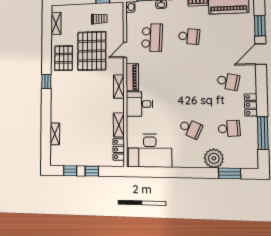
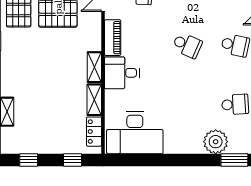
shelving: (119, 87) -> (94, 67), moved
school desk: (190, 128) -> (187, 45), moved
window: (92, 171) -> (72, 160), moved

